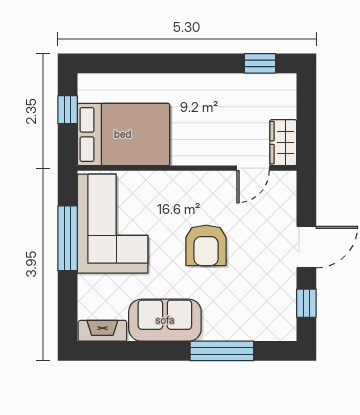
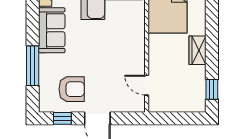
wardrobe: (283, 143) -> (197, 50), moved, turned -90
armchair: (206, 245) -> (72, 89), moved, turned 180

